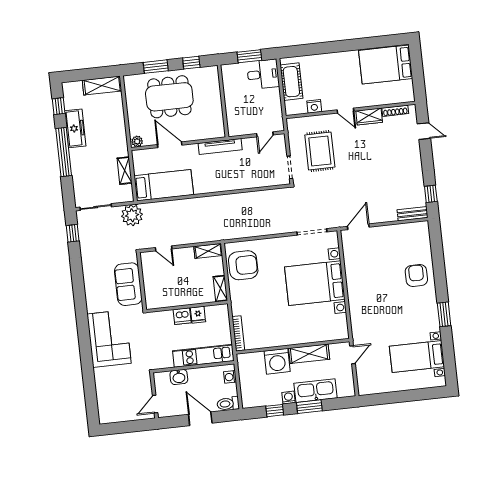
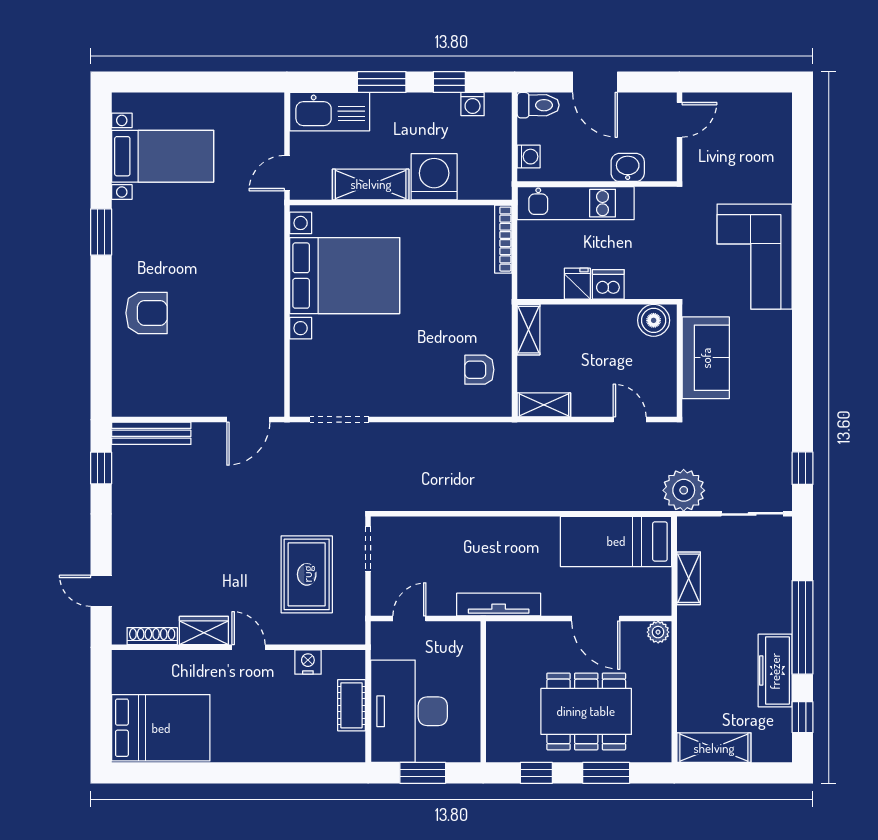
desk: (263, 74) -> (409, 711), width x1.87, depth x1.30
cot: (291, 82) -> (352, 705), width x0.73, depth x0.75
bench: (413, 214) -> (151, 433), width x1.36
armchair: (243, 265) -> (479, 370), width x0.53, depth x0.53
armchair: (416, 275) -> (146, 313), turned -90
bed with nightstands: (315, 283) -> (345, 276), moved
boiler: (157, 300) -> (654, 320), added
kitchen sink: (315, 391) -> (330, 112), moved
washing machine: (288, 398) -> (473, 104), moved

